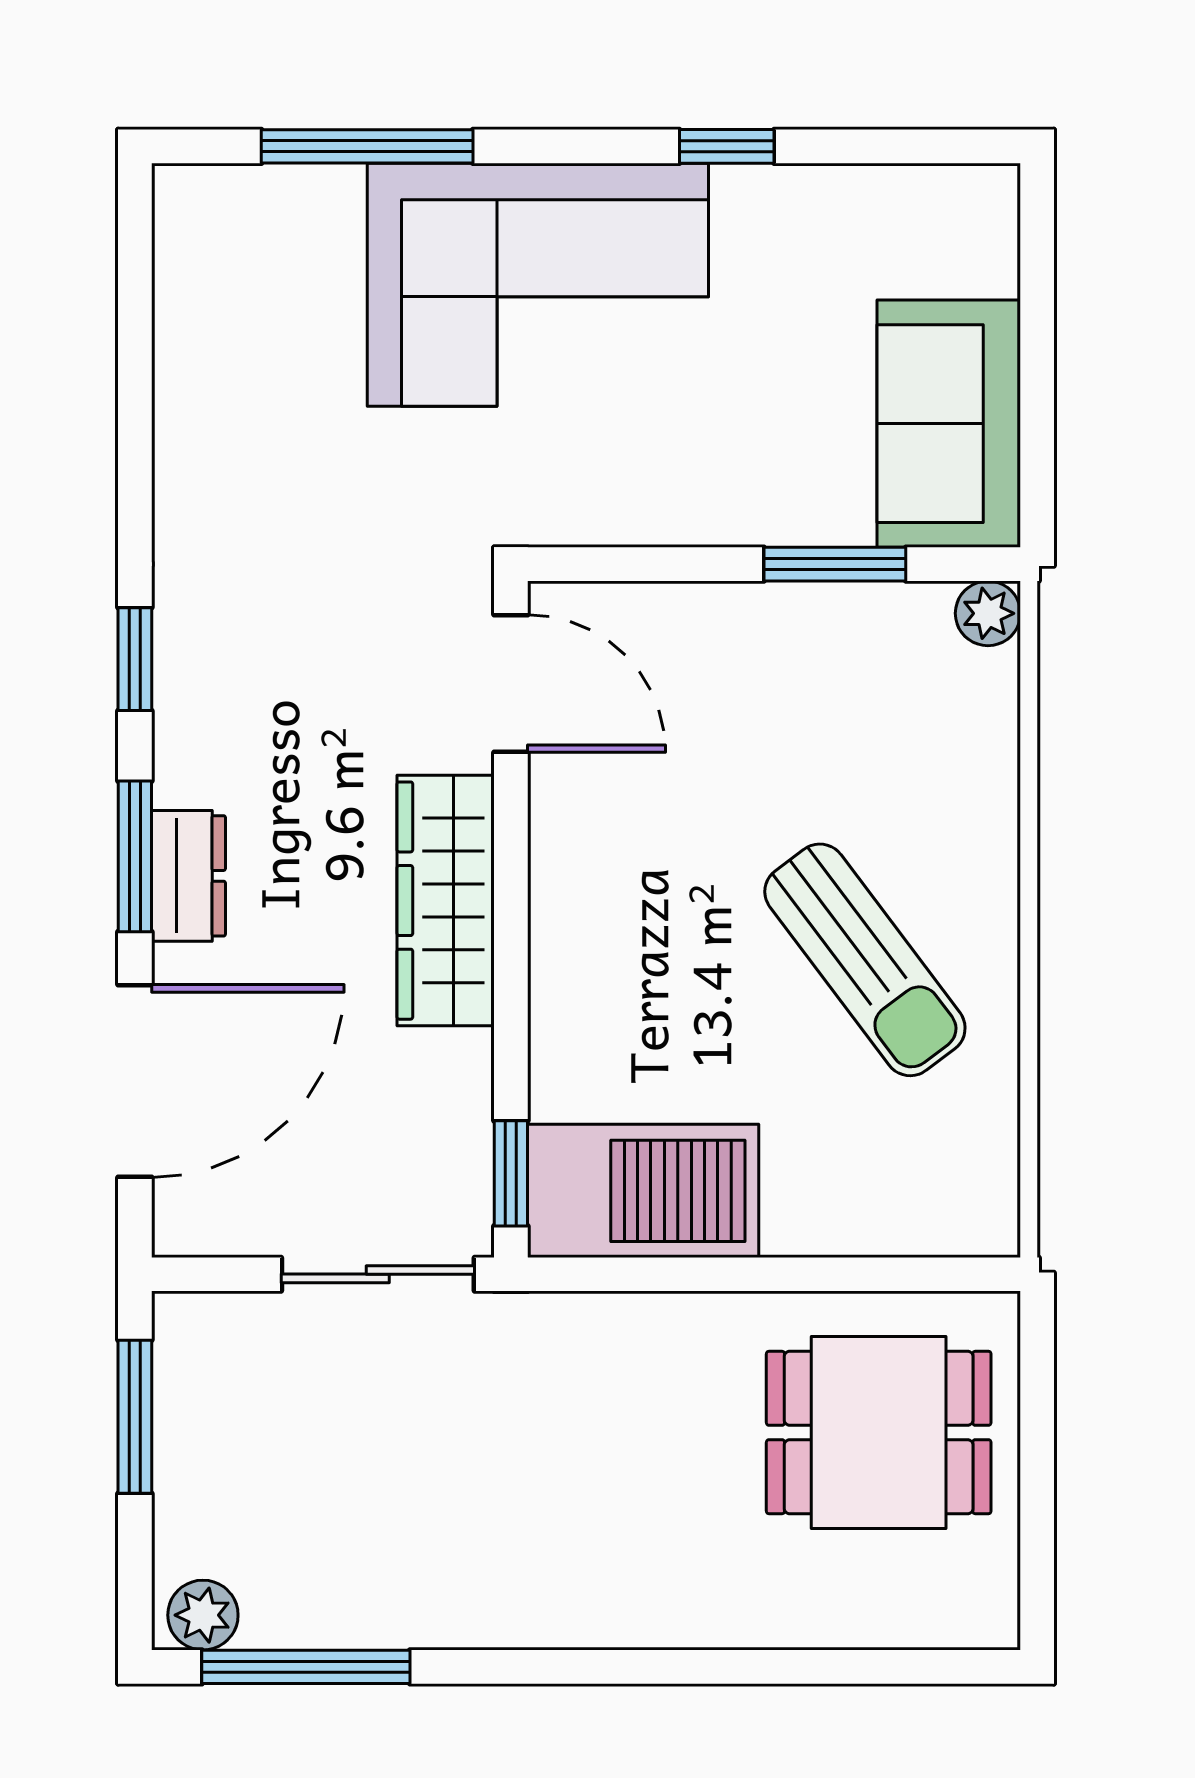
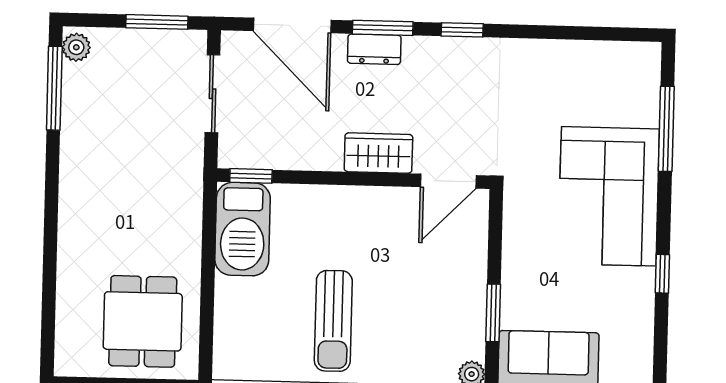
wardrobe: (446, 901) -> (378, 153), width x0.67
sun lounger: (865, 960) -> (333, 321), turned -53
sliding door: (378, 1274) -> (212, 94), moved

